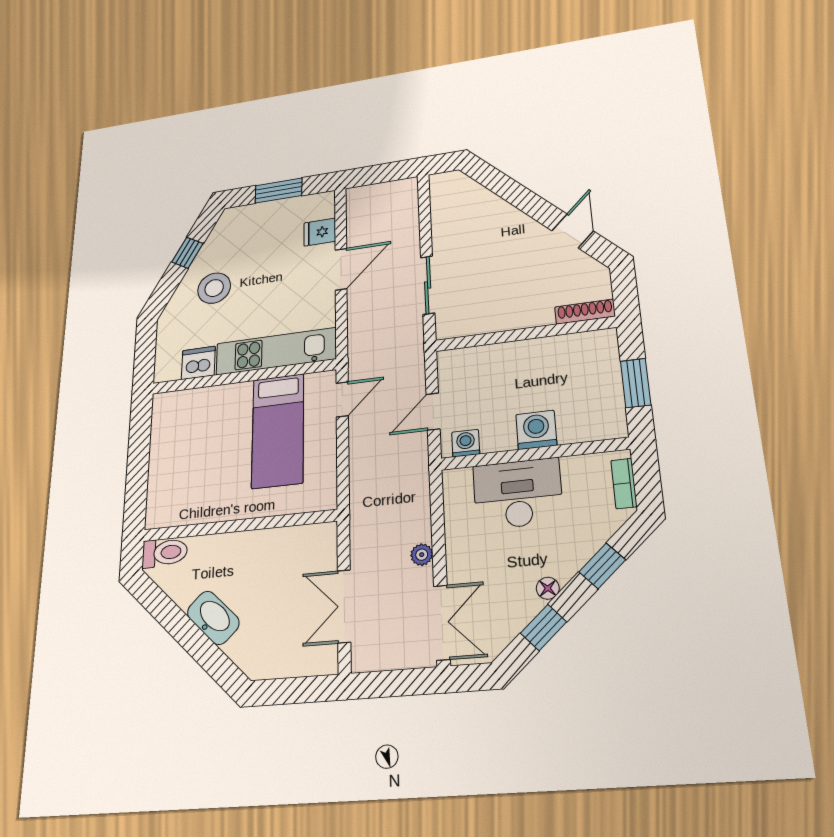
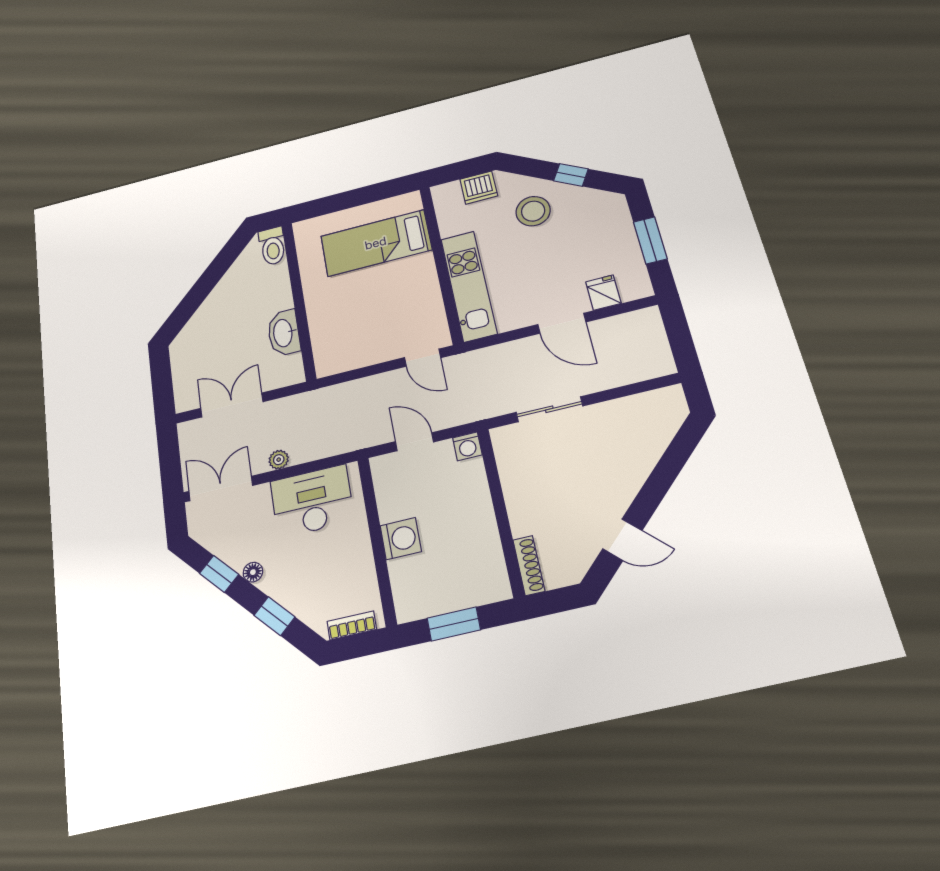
dishwasher: (198, 363) -> (479, 188), moved, turned 90
bed: (278, 431) -> (376, 243), moved
washing machine: (466, 443) -> (467, 446), moved, turned 90
desk: (518, 494) -> (312, 501), moved, turned -90
washbasin: (213, 618) -> (284, 333), moved, turned 135
double door: (442, 622) -> (221, 488), swing flipped

